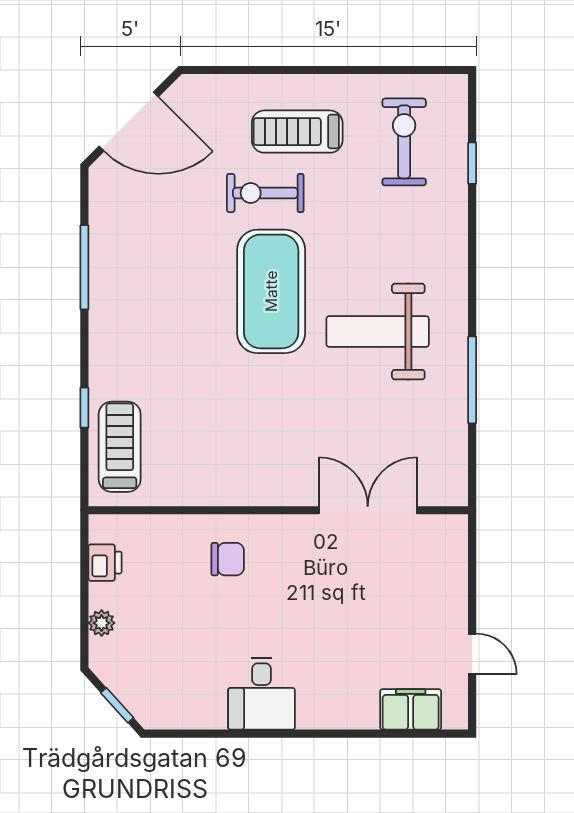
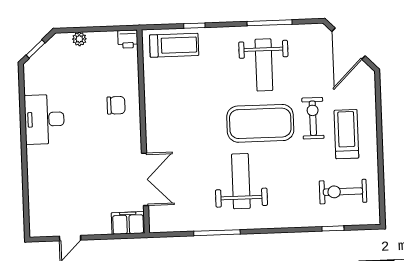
exercise bike: (404, 142) -> (343, 192), turned 180
weight bench: (162, 281) -> (264, 65), added
chair: (228, 559) -> (116, 105), turned -90
printer: (105, 563) -> (128, 39), moved
desk: (261, 694) -> (44, 119), width x1.37
filing cabinet: (411, 709) -> (128, 223), moved, turned -90

